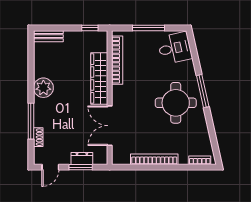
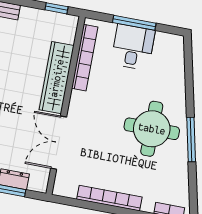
desk: (175, 48) -> (133, 47), moved, turned -77
window: (203, 91) -> (191, 139), moved

